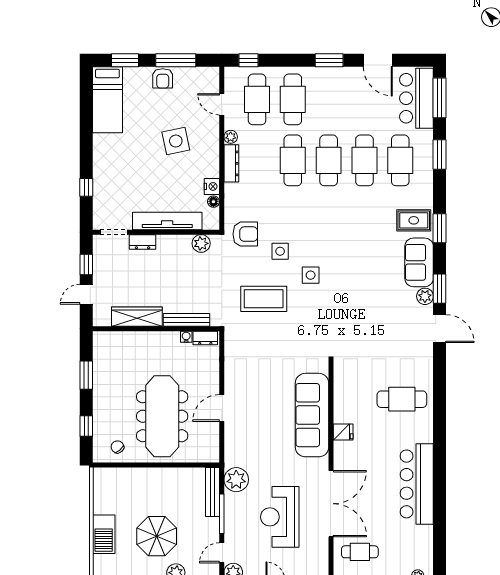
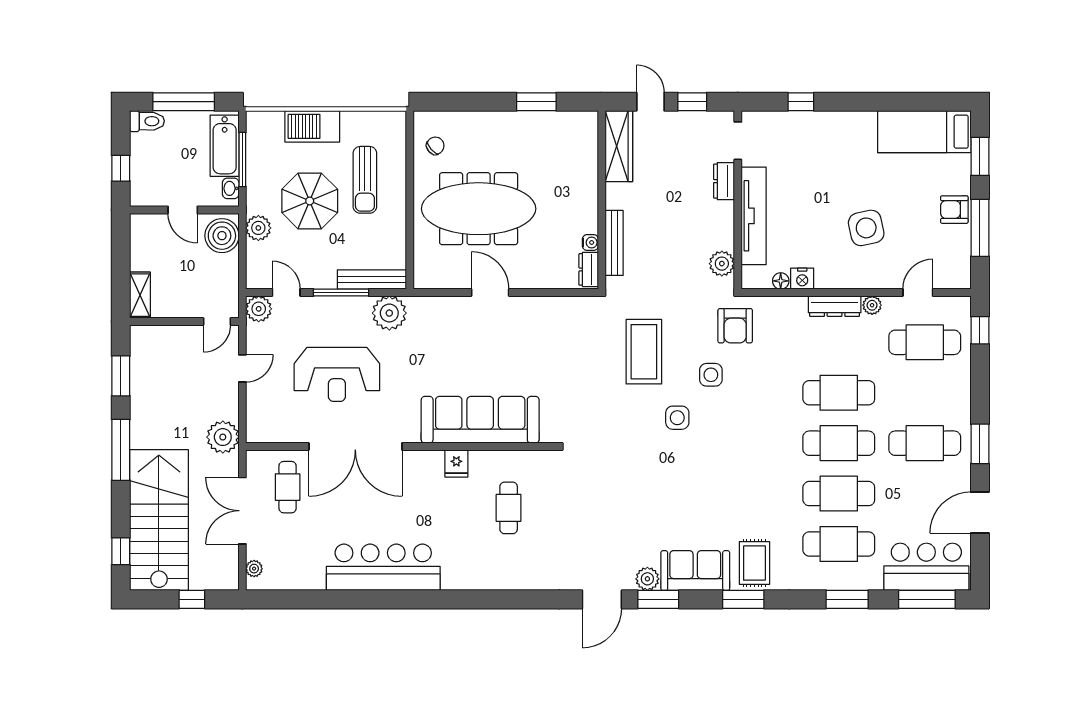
cafe table: (293, 99) -> (925, 443), moved
wardrobe: (137, 317) -> (619, 146), moved
cafe table: (402, 399) -> (509, 508), moved, width x0.73, depth x0.74
window: (86, 426) -> (465, 102), removed
sun lounger: (142, 497) -> (365, 180), added
reception desk: (280, 517) -> (337, 374), turned 180

